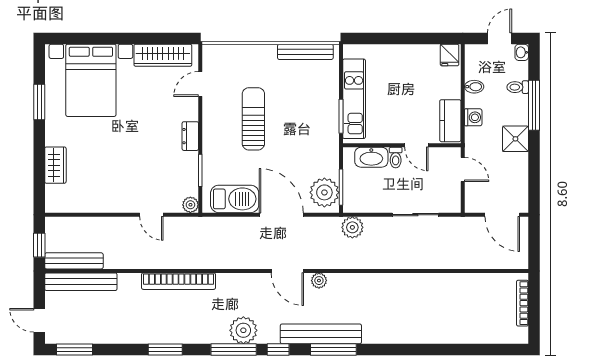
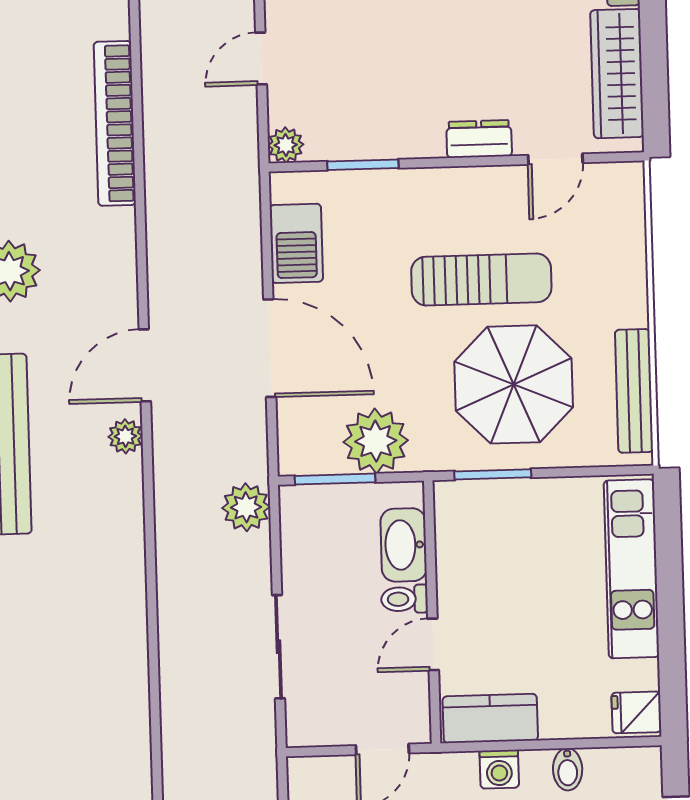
door: (200, 84) -> (555, 159), swing flipped
kitchen unit: (354, 99) -> (631, 569), moved, turned 90
parasol: (301, 106) -> (514, 384), added
dresser: (190, 136) -> (479, 139), moved
plant: (324, 192) -> (376, 441), moved
barbecue: (235, 199) -> (296, 243), width x0.73, depth x0.83
door: (281, 215) -> (270, 348), hinge flipped

